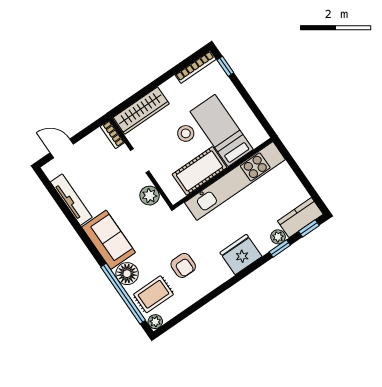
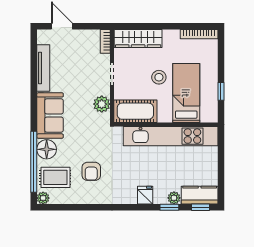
window: (225, 66) -> (221, 91), moved
cot: (200, 171) -> (135, 111), moved
fridge: (241, 254) -> (145, 195), width x0.53, depth x0.75

